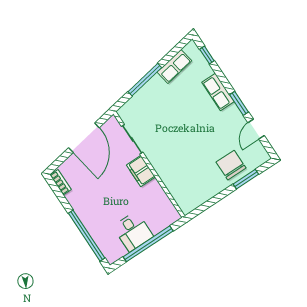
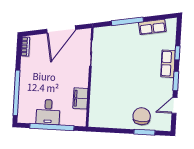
window: (207, 55) -> (177, 53), moved
filing cabinet: (141, 171) -> (80, 98), moved

